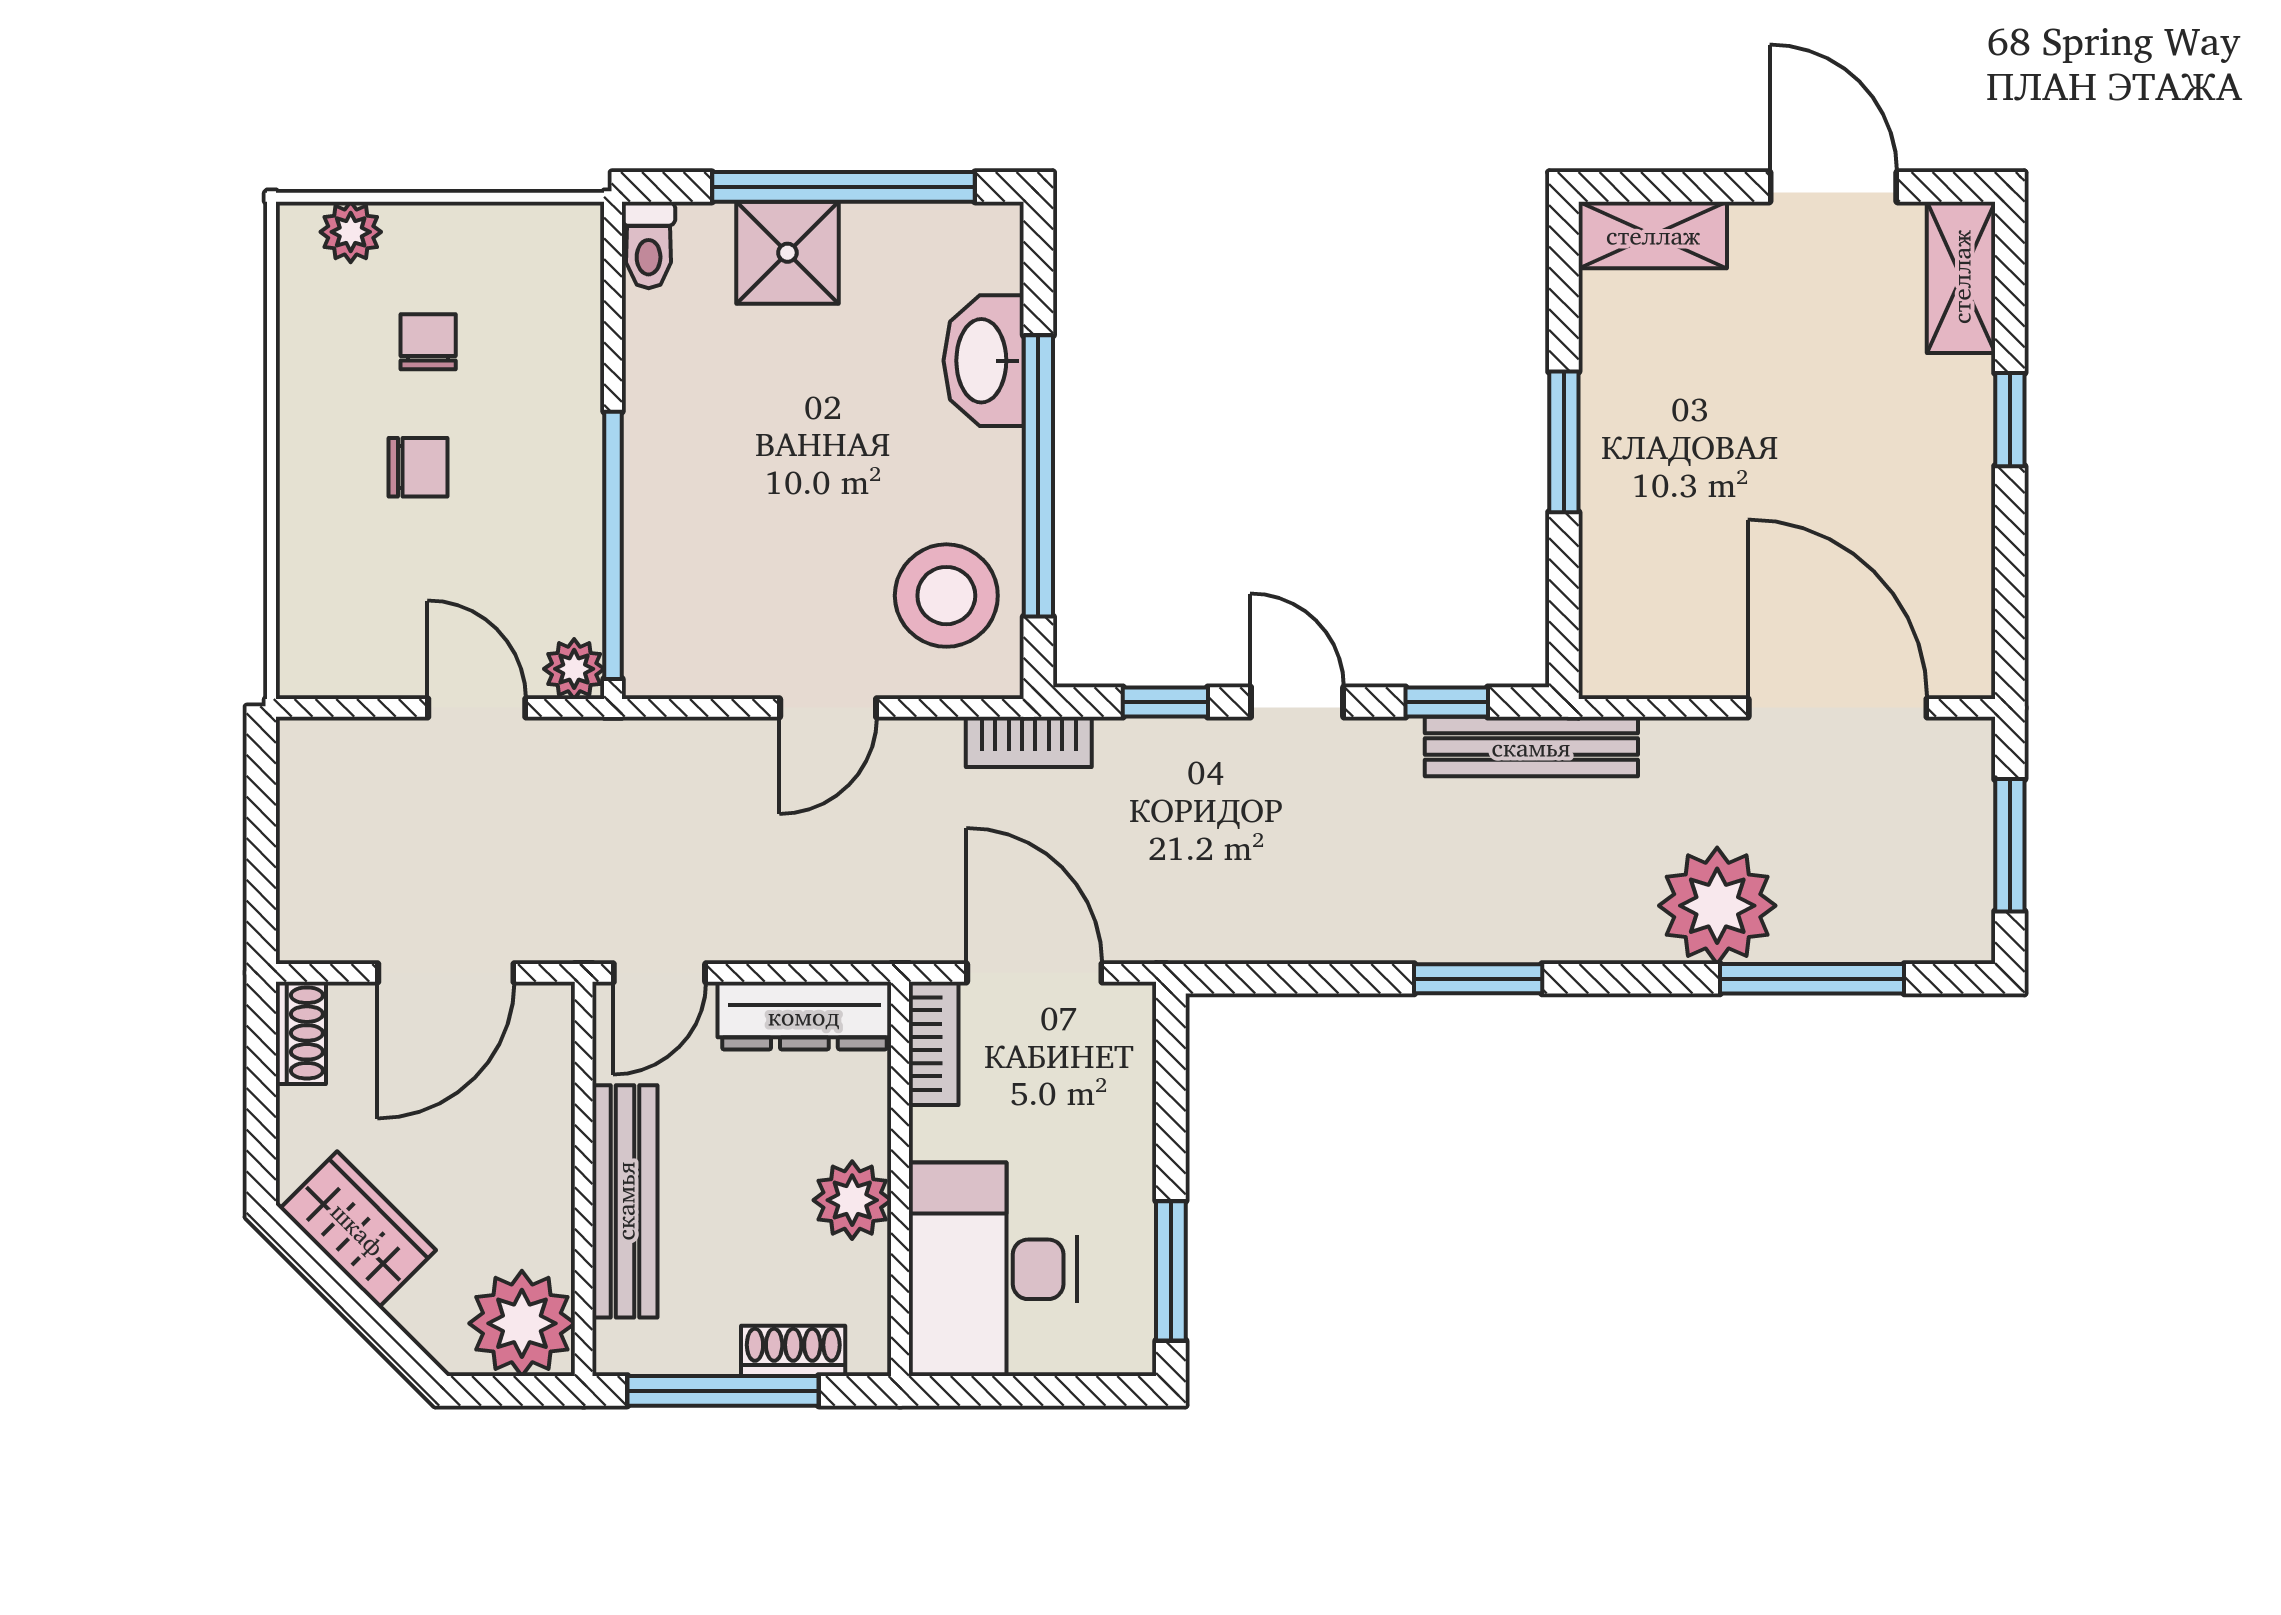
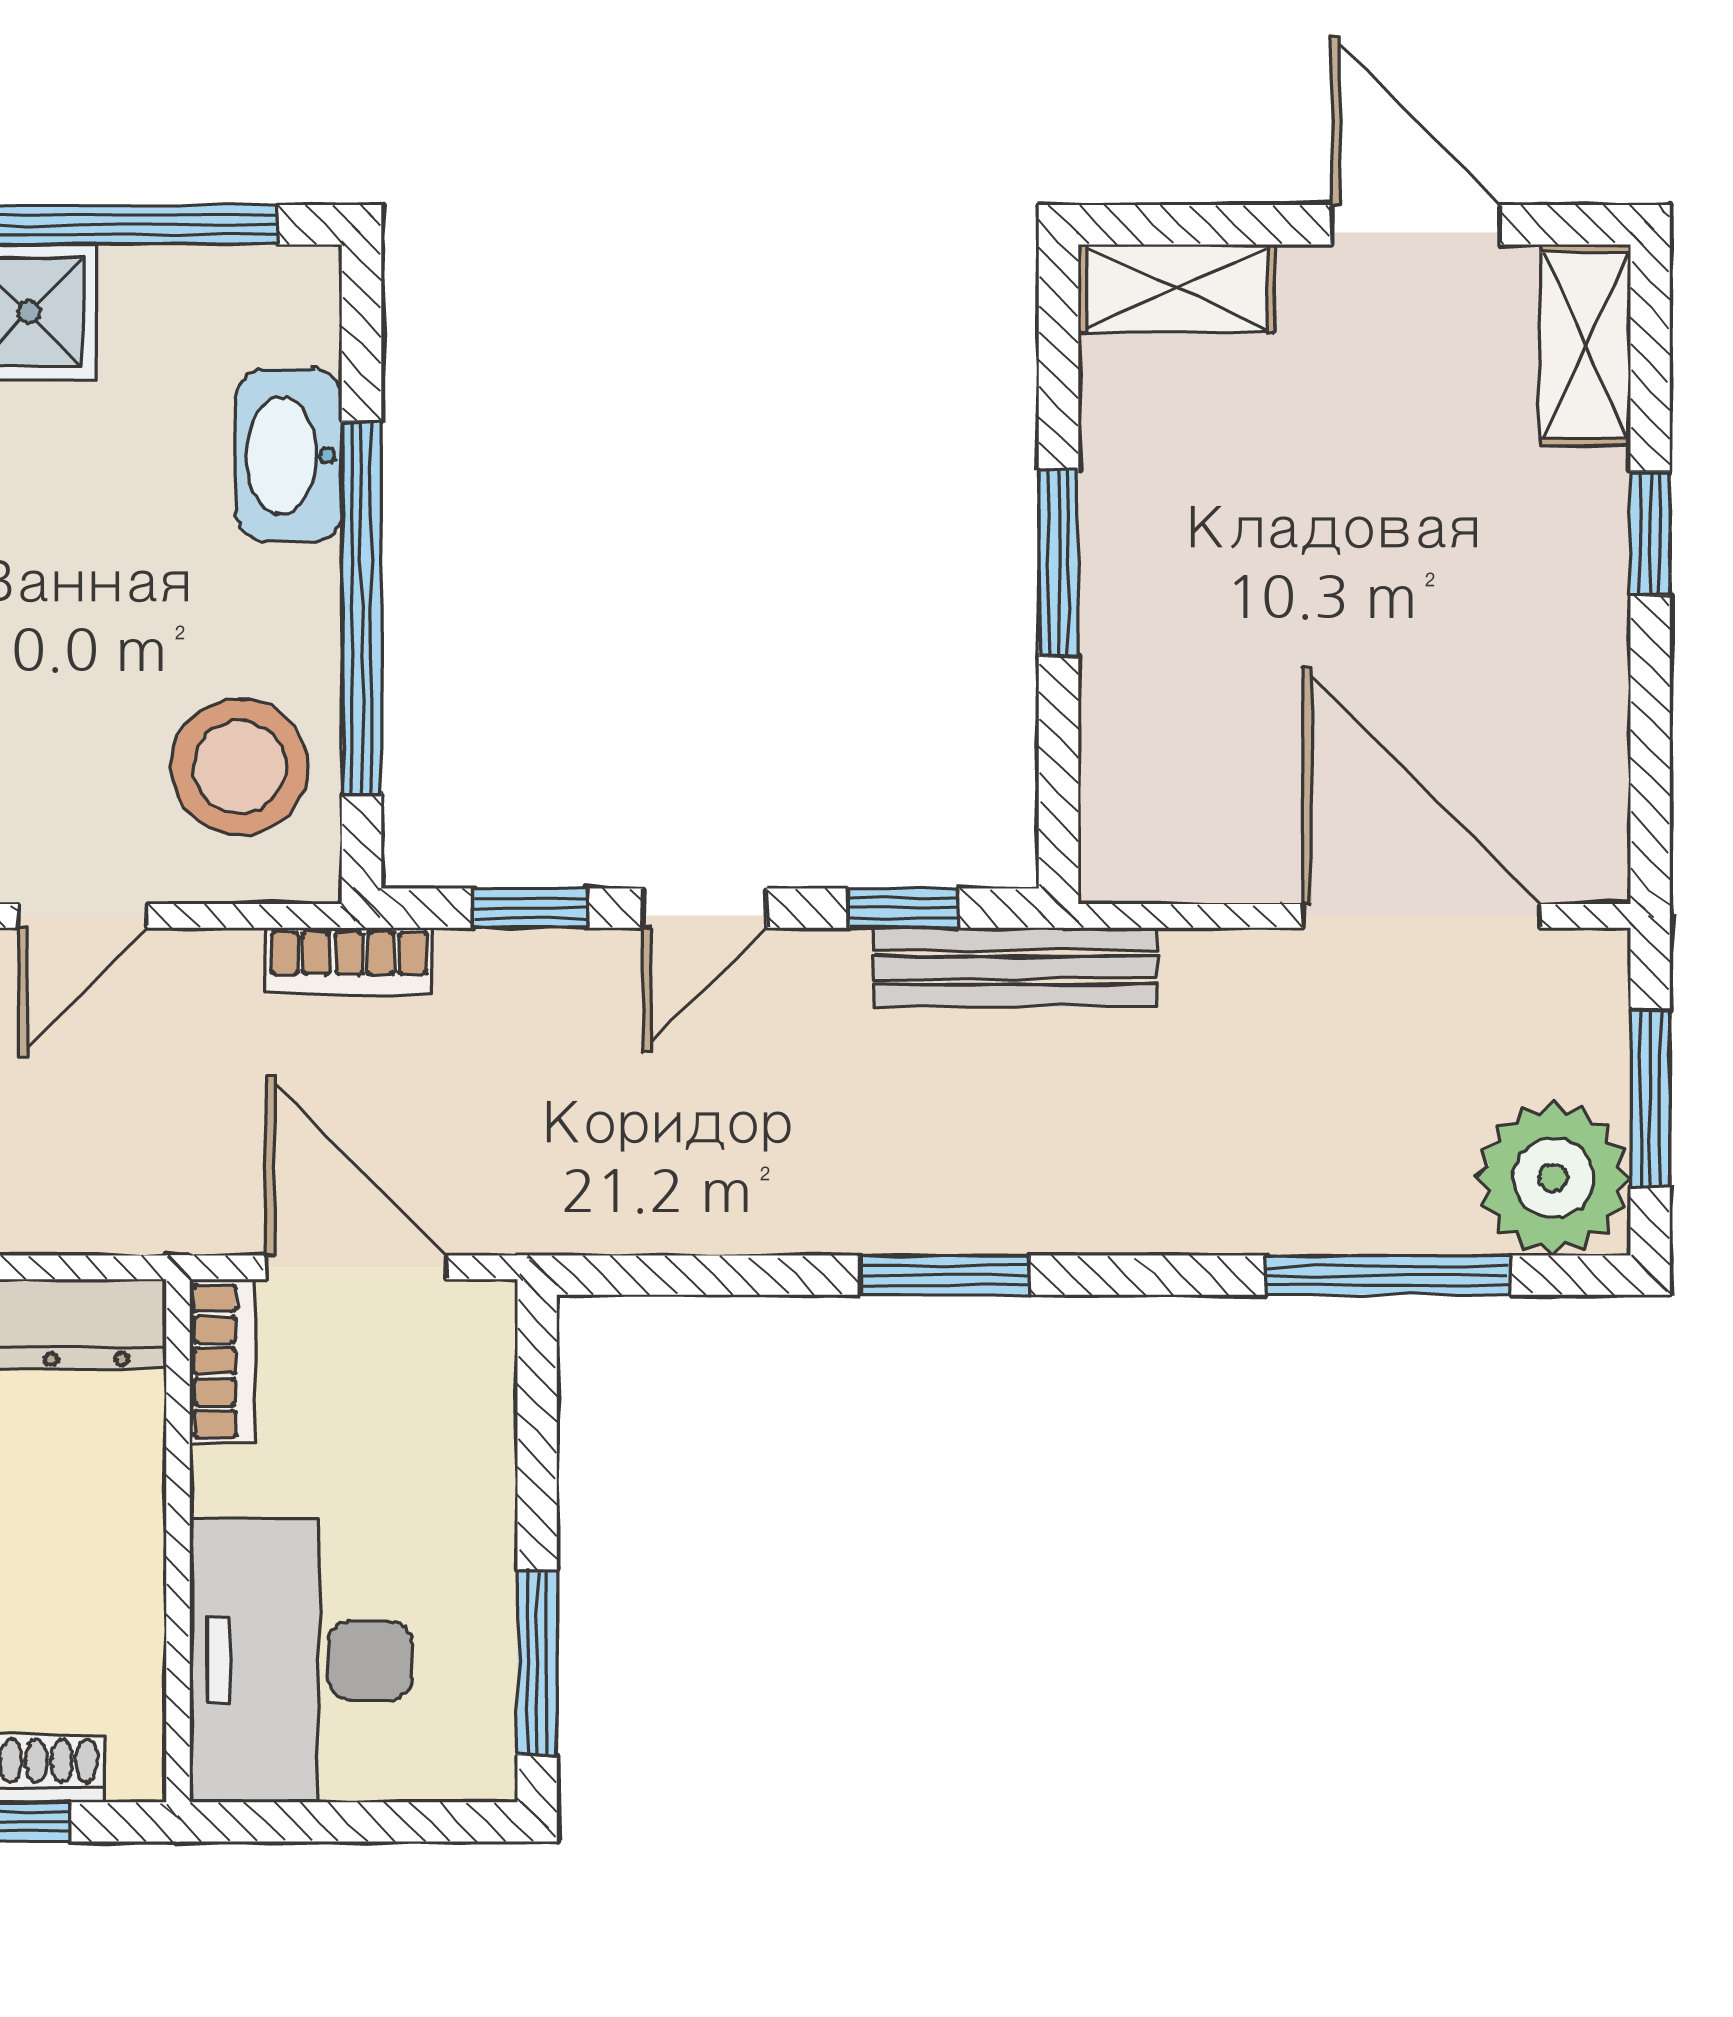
door: (1297, 702) -> (705, 908), swing flipped
plant: (1717, 906) -> (1553, 1178), moved
plant: (852, 1200) -> (115, 1569), removed

